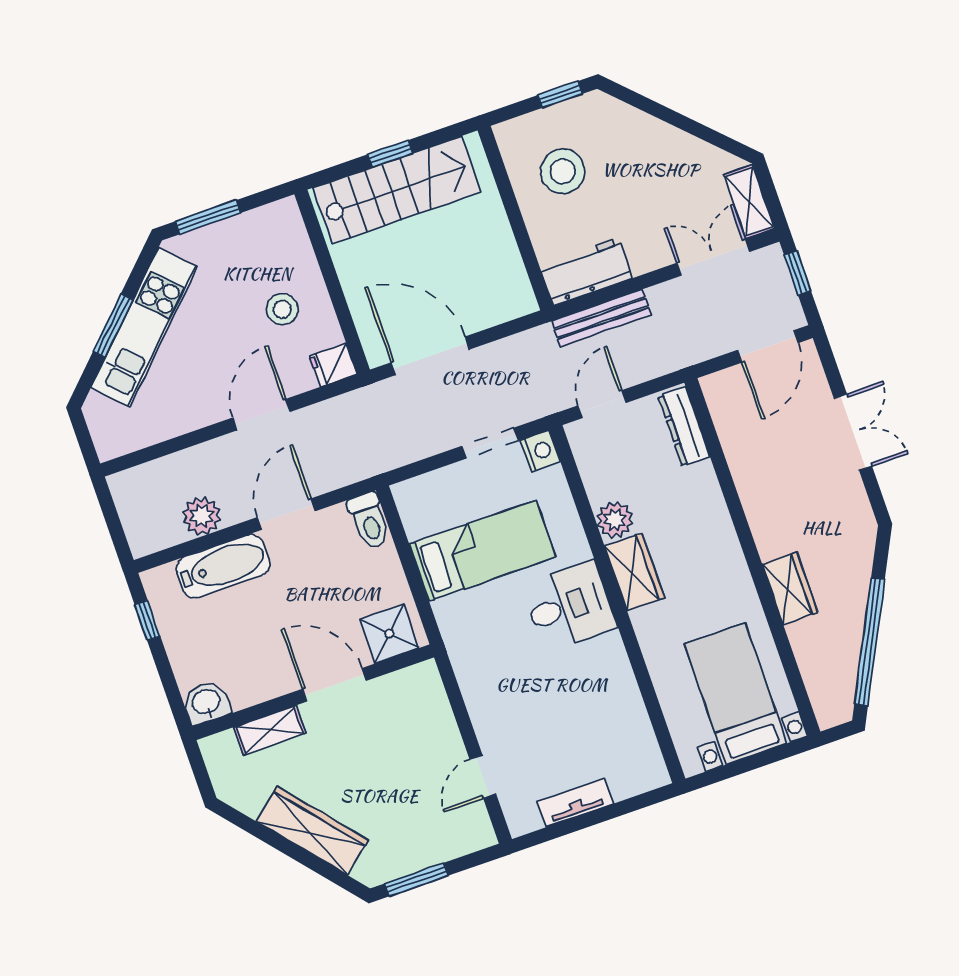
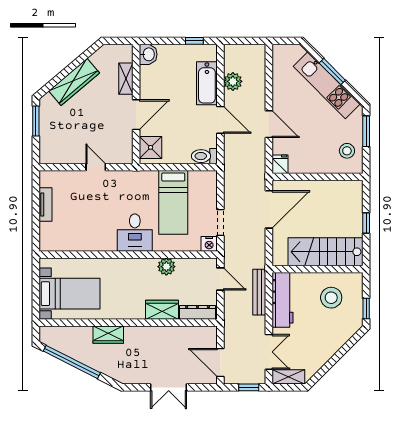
stairs: (397, 190) -> (325, 252), moved, turned 90
workbench: (586, 272) -> (283, 300), width x1.38
stool: (282, 309) -> (347, 151), moved
wardrobe: (635, 572) -> (162, 310), moved, turned 180
door: (483, 777) -> (96, 167), moved

